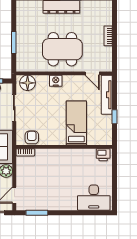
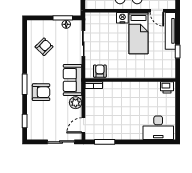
floor lamp: (28, 83) -> (96, 20), removed
bed: (76, 123) -> (138, 33), moved, turned 180

